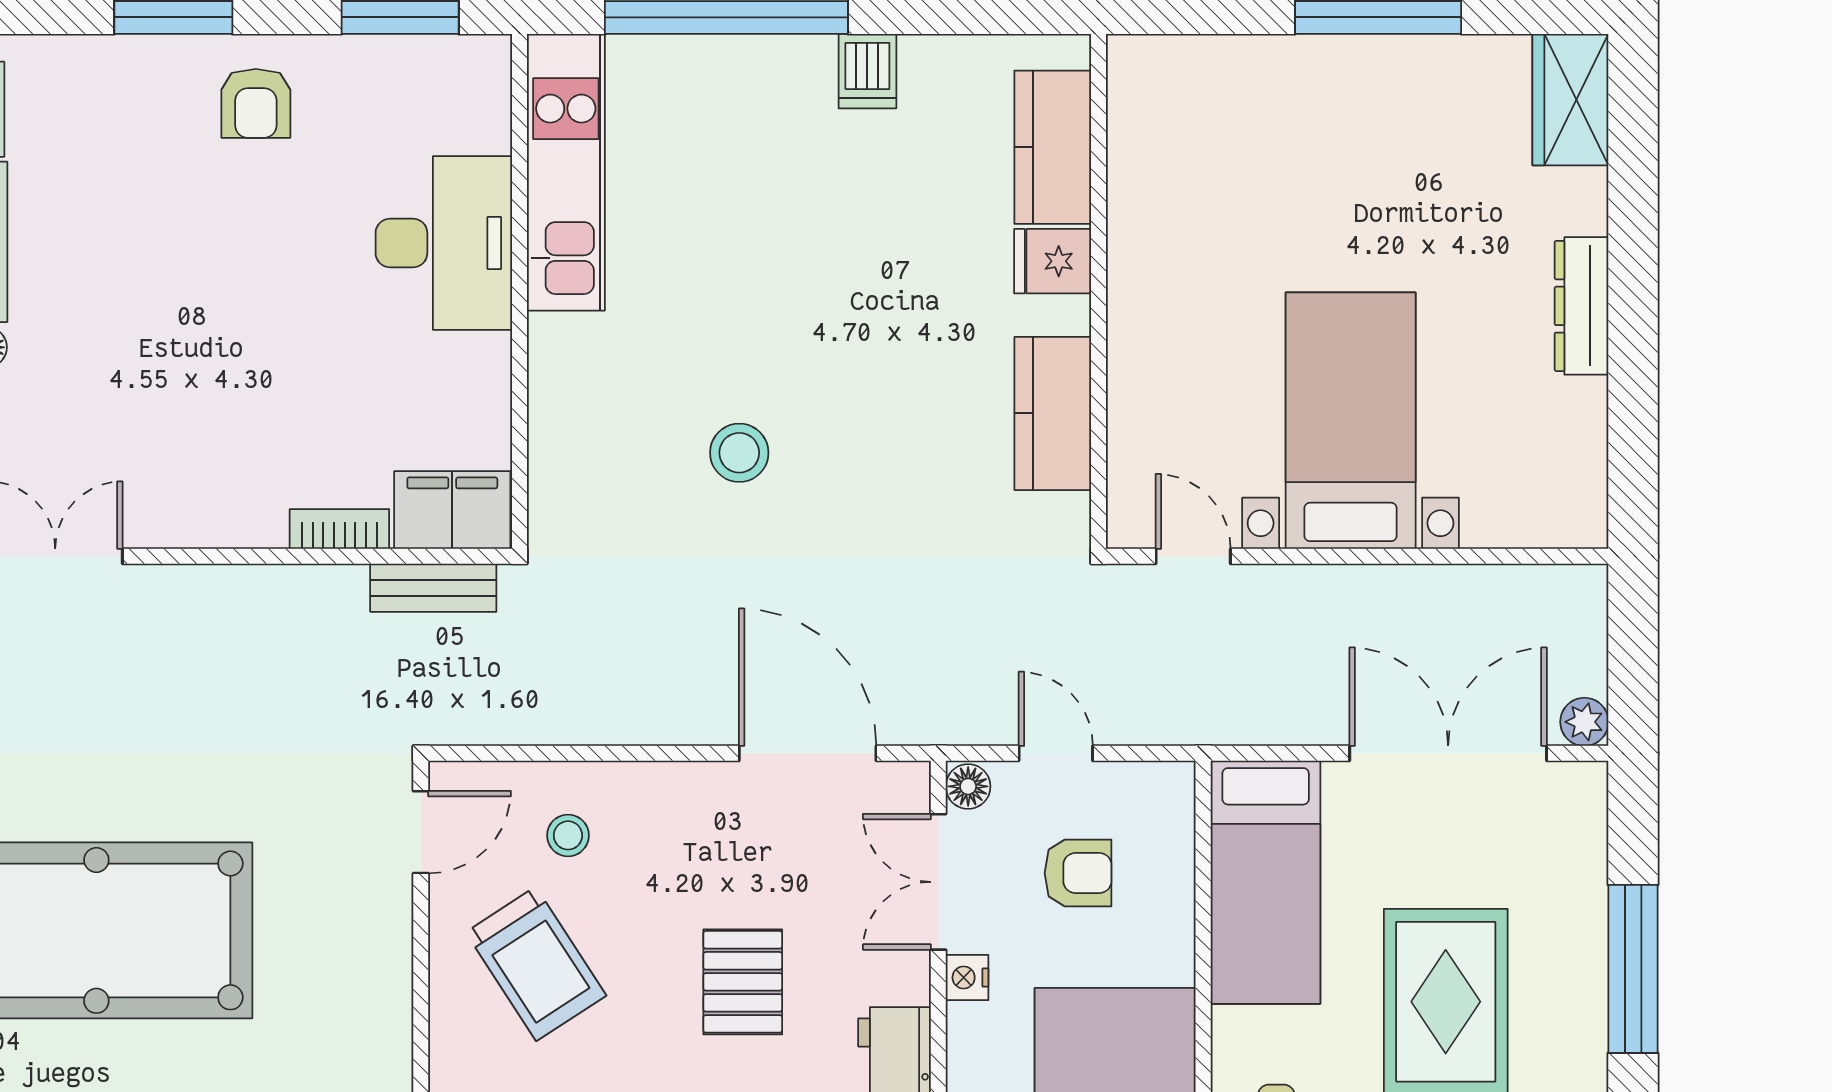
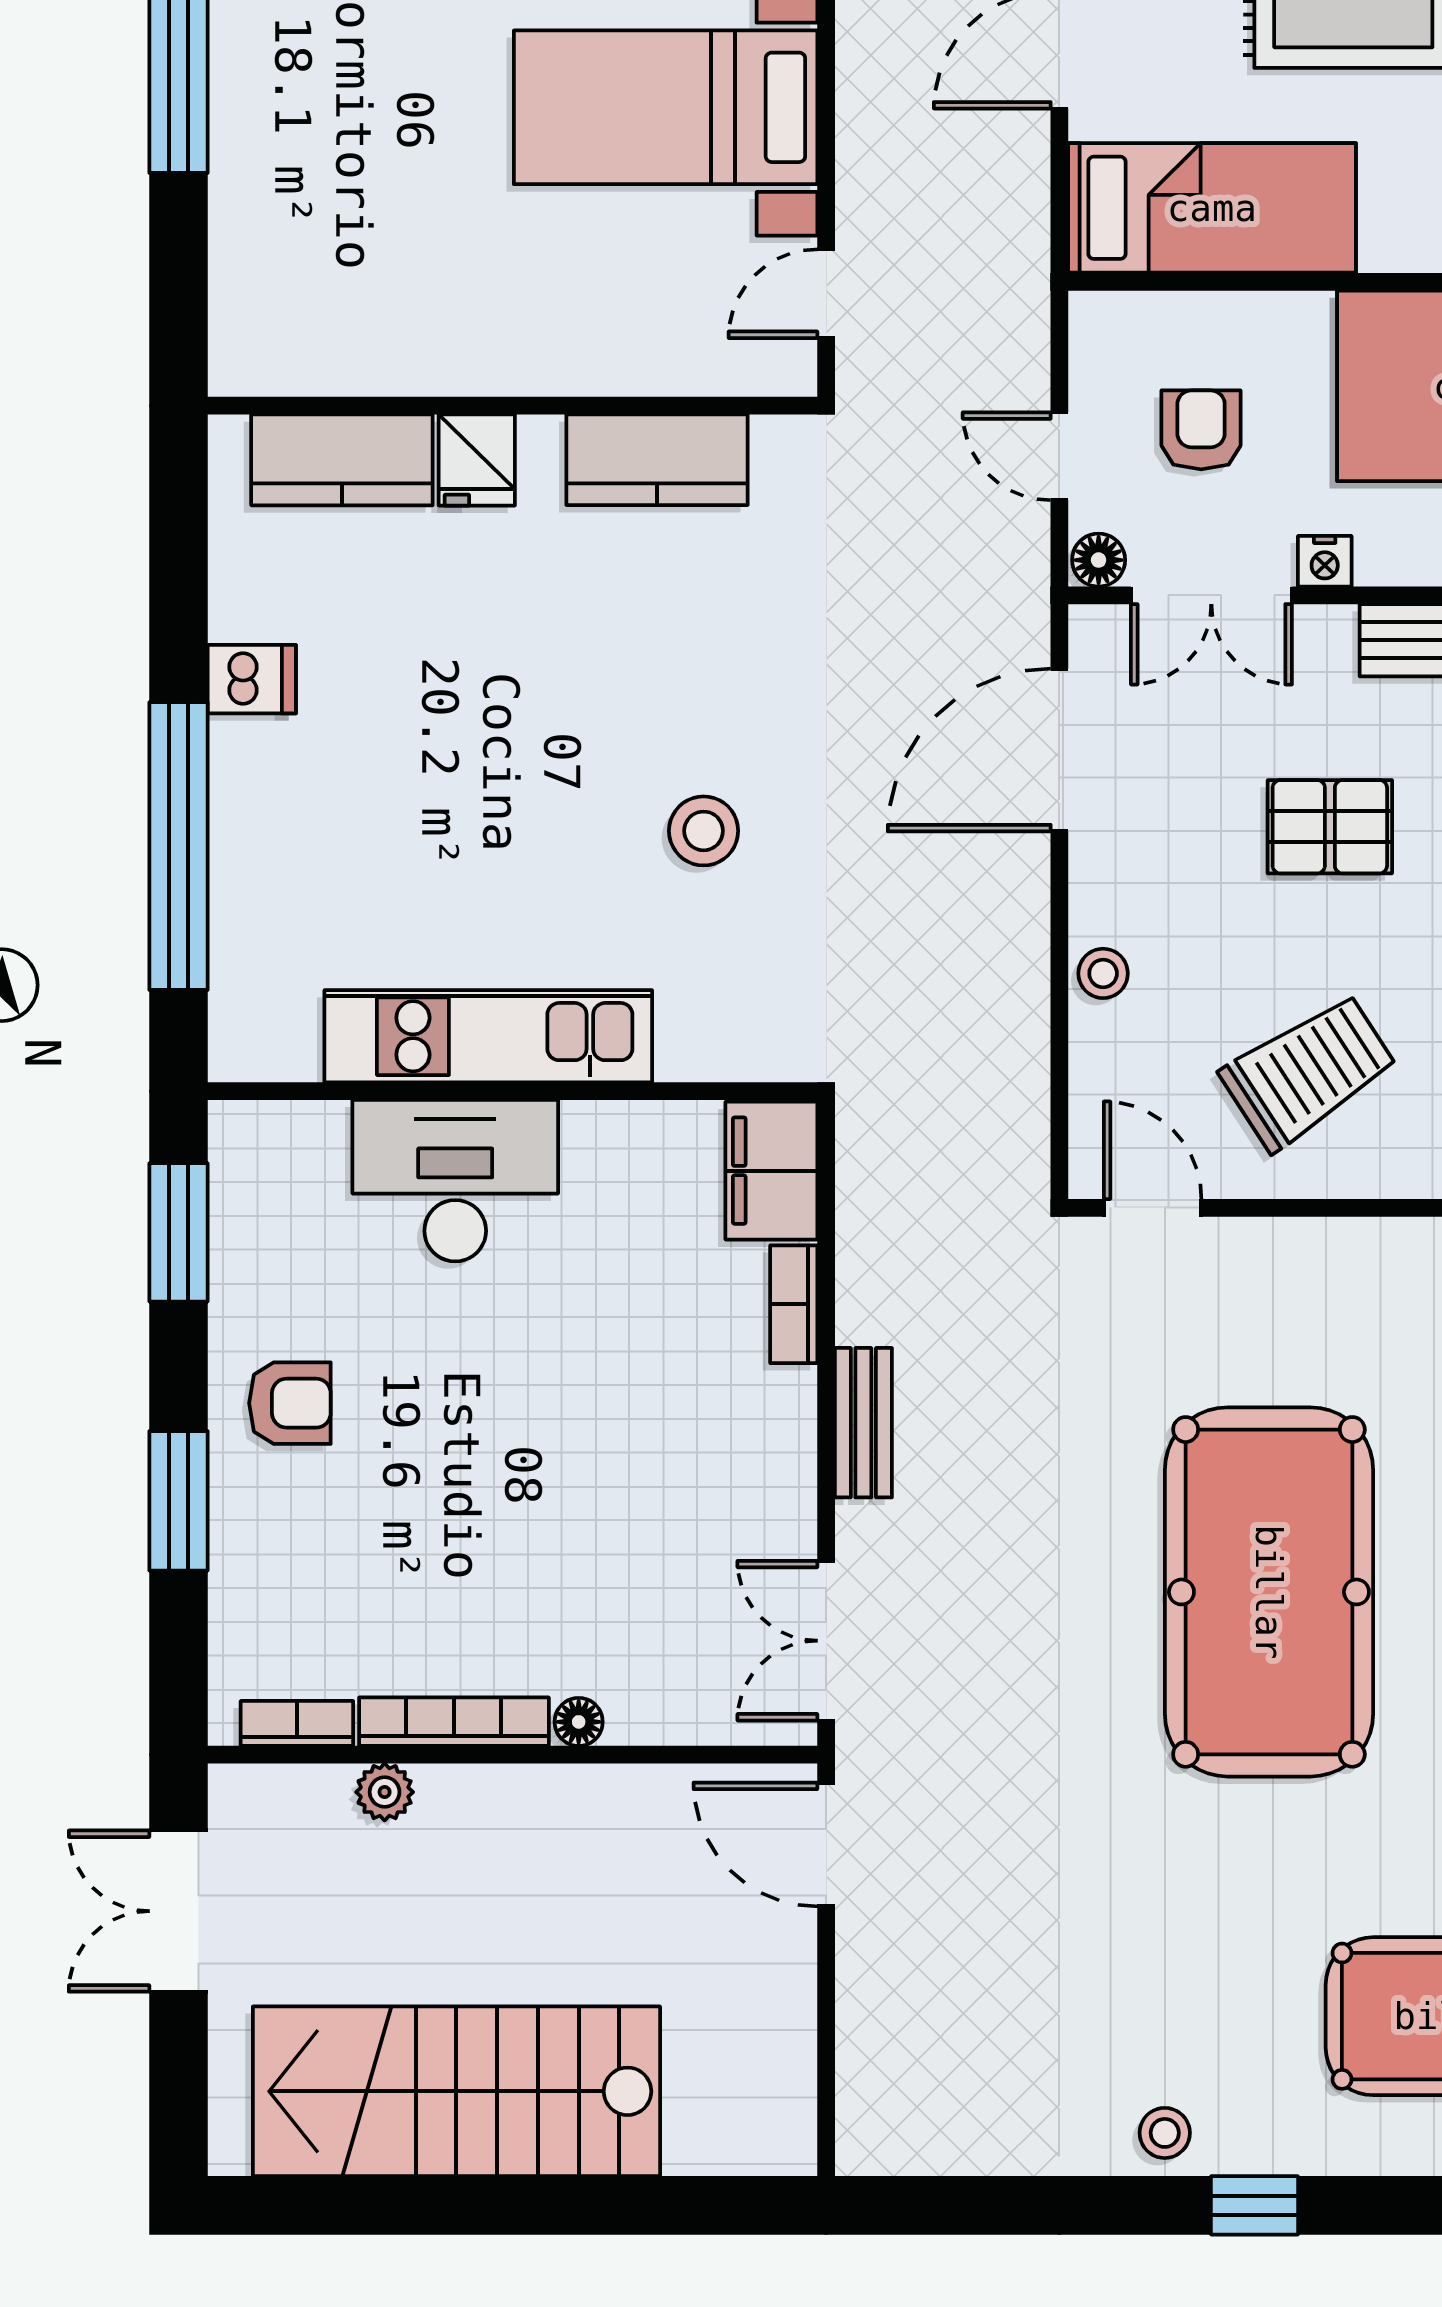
kitchen unit: (566, 172) -> (488, 1036), moved
bench: (433, 588) -> (863, 1423), moved
door: (1056, 753) -> (1059, 456), hinge flipped
stool: (568, 835) -> (1103, 973), moved

